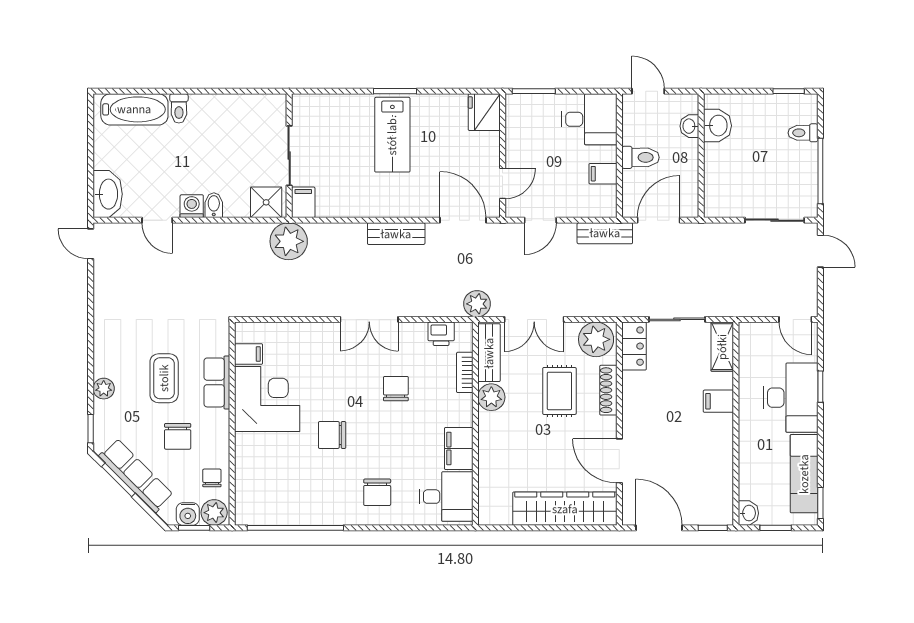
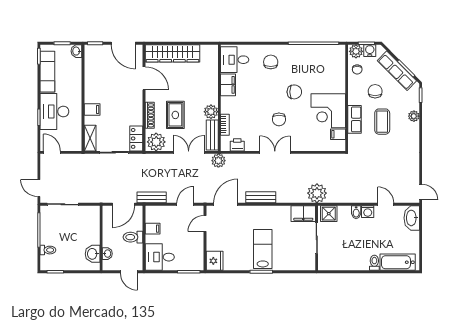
filing cabinet: (303, 202) -> (303, 214), width x2.00
door: (463, 220) -> (226, 204), swing flipped
chair: (396, 389) -> (279, 119), moved

